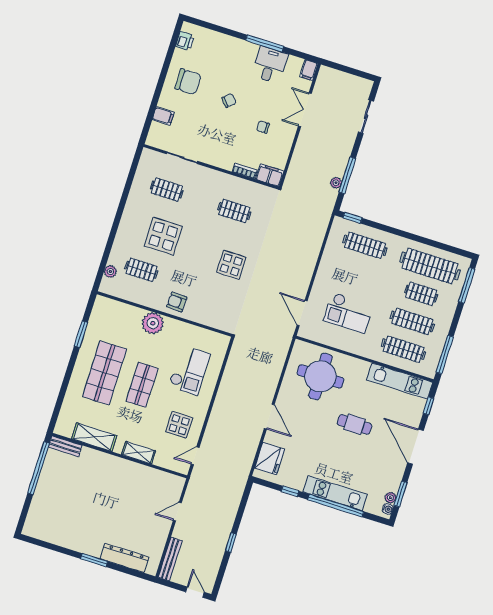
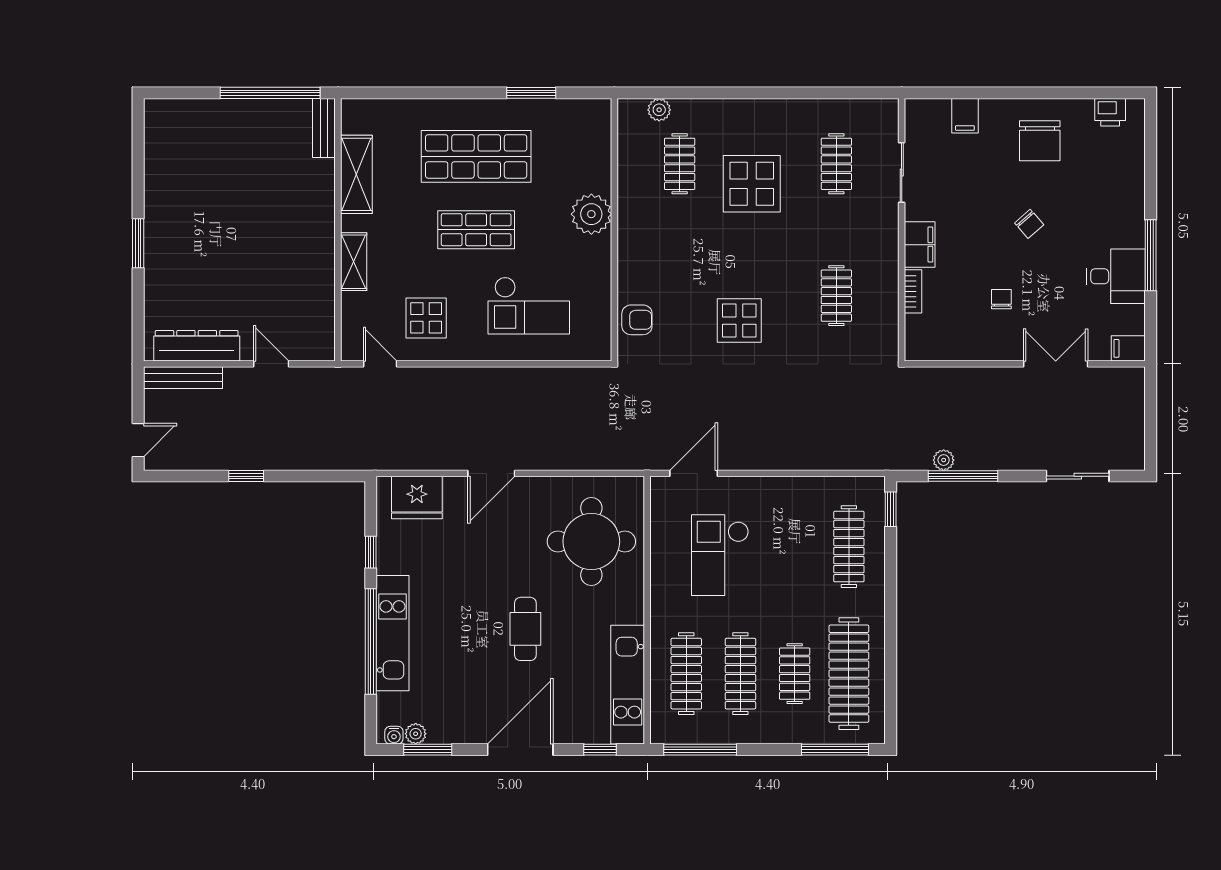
filing cabinet: (270, 175) -> (920, 245), moved
armchair: (177, 302) -> (637, 320), moved, turned 88
dresser: (125, 558) -> (197, 346), moved, turned -90

